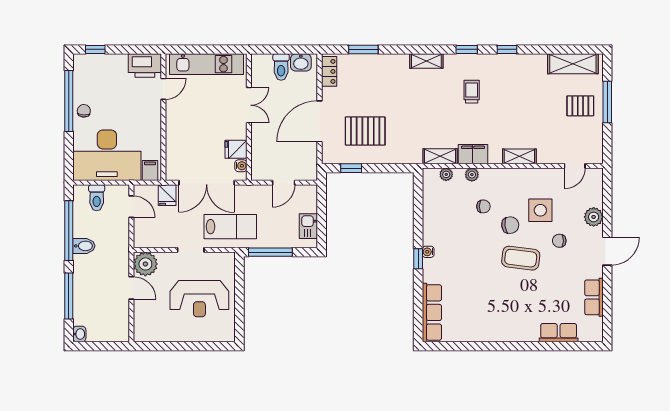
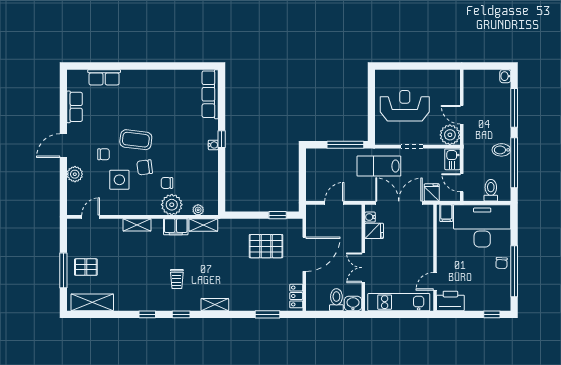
washbasin: (301, 62) -> (353, 304), moved
plant: (472, 175) -> (172, 205), width x1.87, depth x1.87
kitchen sink: (308, 226) -> (452, 159), moved, turned 180

